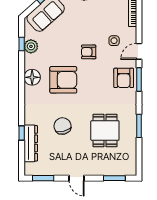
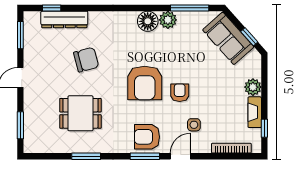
window: (22, 44) -> (190, 8), width x2.17
plant: (31, 46) -> (168, 20), moved
door: (139, 51) -> (180, 156), hinge flipped
armchair: (63, 80) -> (145, 83), moved
window: (22, 133) -> (52, 8), moved

